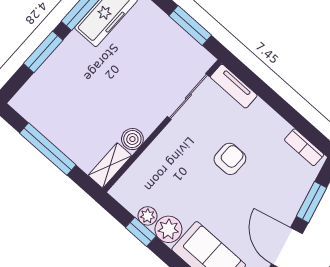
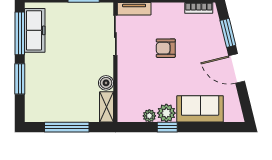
armchair: (230, 159) -> (166, 48), turned -90
window: (141, 232) -> (167, 127), moved

